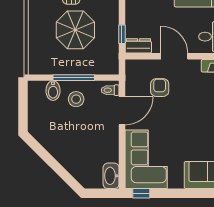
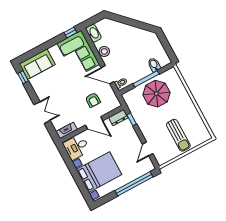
parasol: (75, 30) -> (156, 94), moved
stool: (76, 99) -> (104, 51), moved
door: (122, 111) -> (108, 75), hinge flipped

